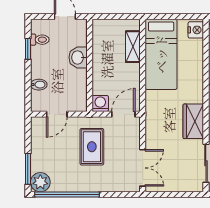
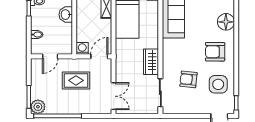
rug: (92, 147) -> (76, 80), turned 90

